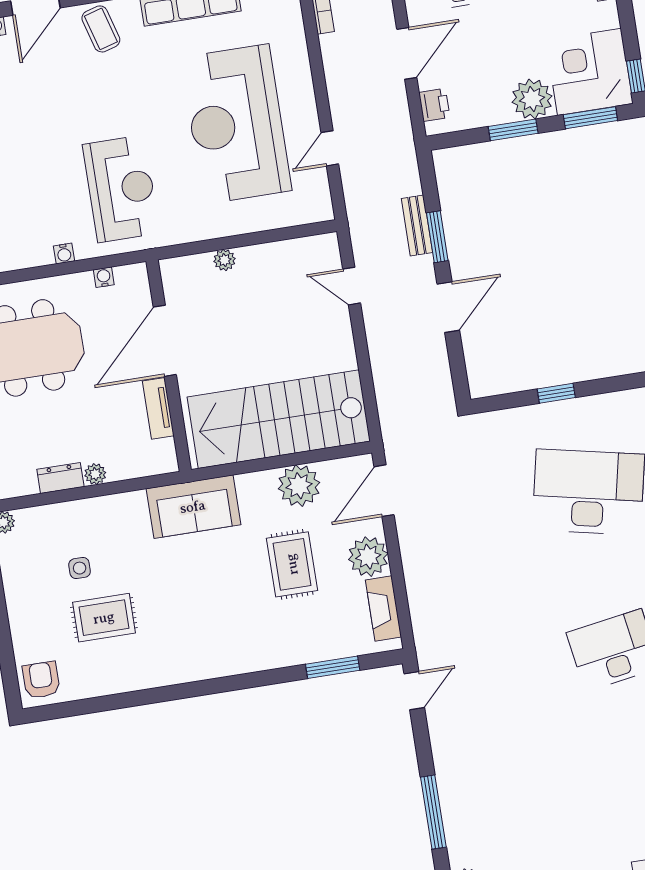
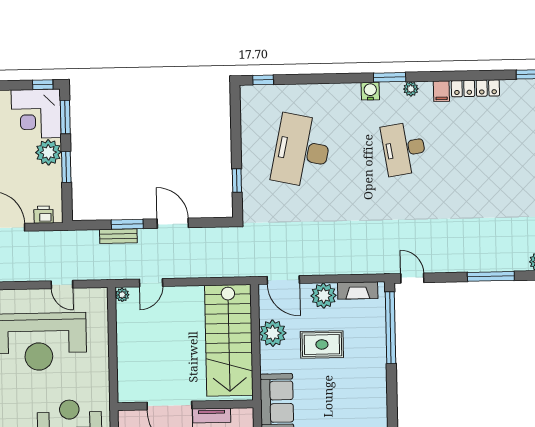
plant: (225, 260) -> (122, 295), moved
window: (556, 393) -> (237, 181), moved
window: (333, 667) -> (391, 328), width x2.11

